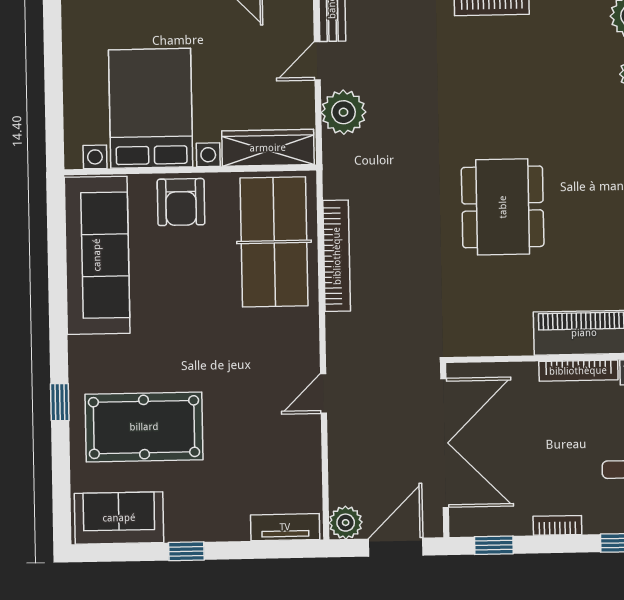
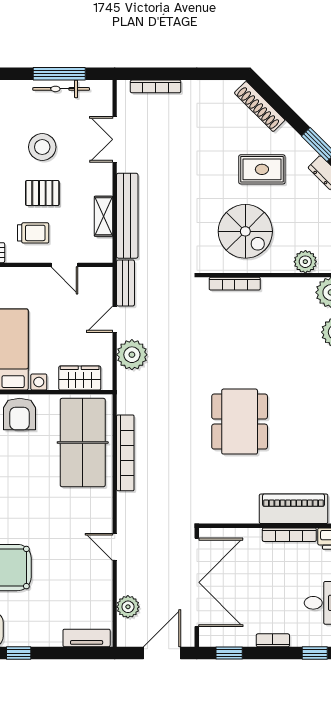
wardrobe: (268, 148) -> (80, 378), width x0.67
door: (324, 393) -> (115, 547), hinge flipped
plant: (346, 523) -> (128, 607), moved

